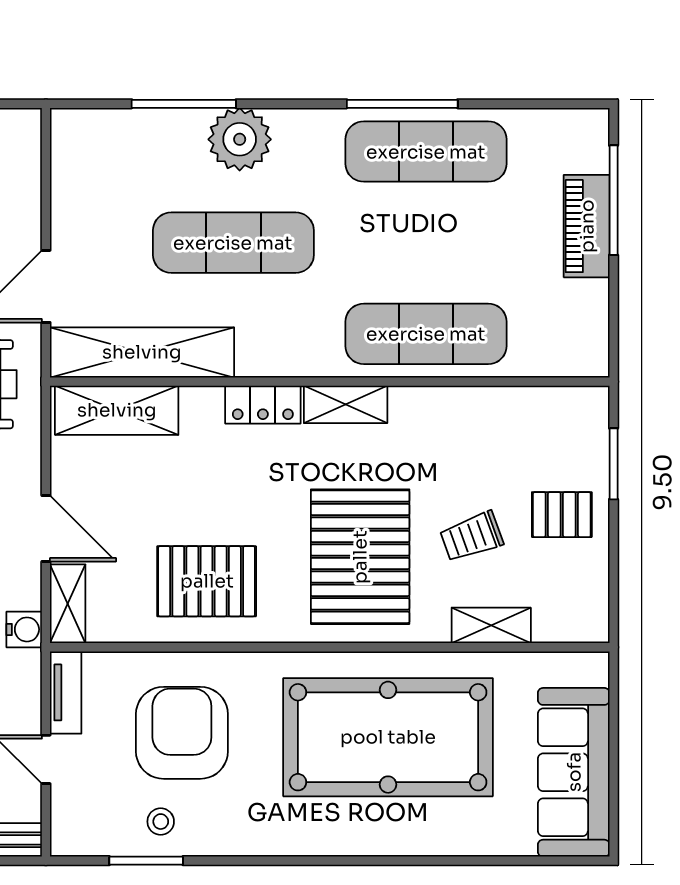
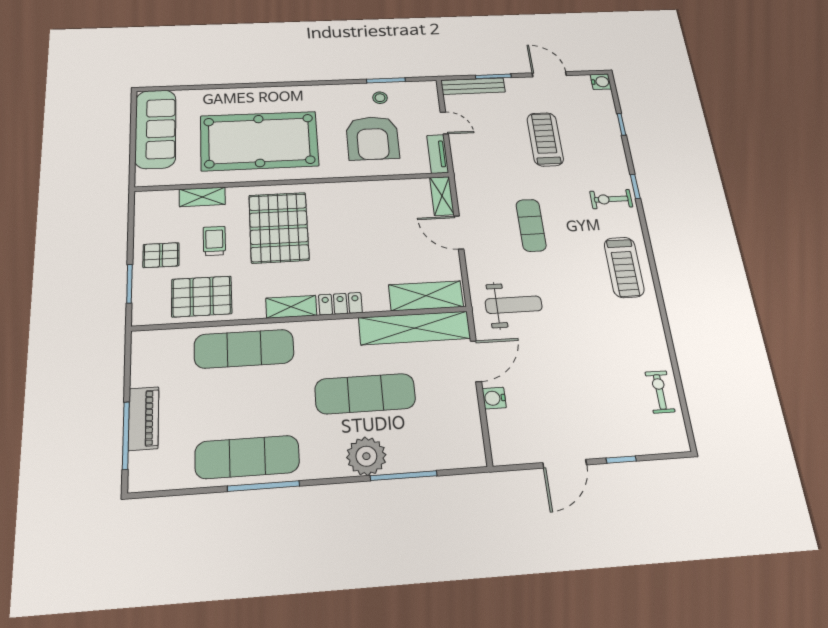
trolley: (472, 537) -> (214, 241), turned -70
pallet: (207, 581) -> (202, 296), moved
water cooler: (24, 629) -> (494, 398), moved

